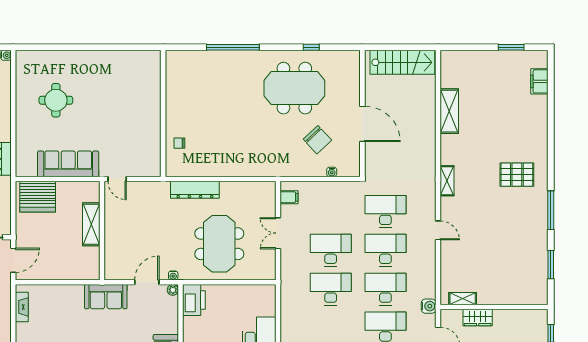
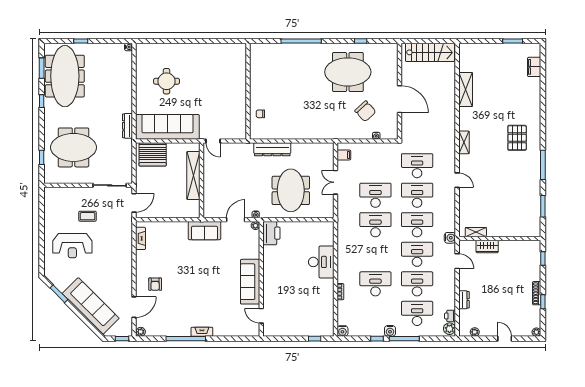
sofa: (68, 164) -> (167, 127), width x1.36, depth x1.27
pallet: (517, 175) -> (517, 138), turned 90
shelving: (91, 224) -> (193, 175), width x1.47

